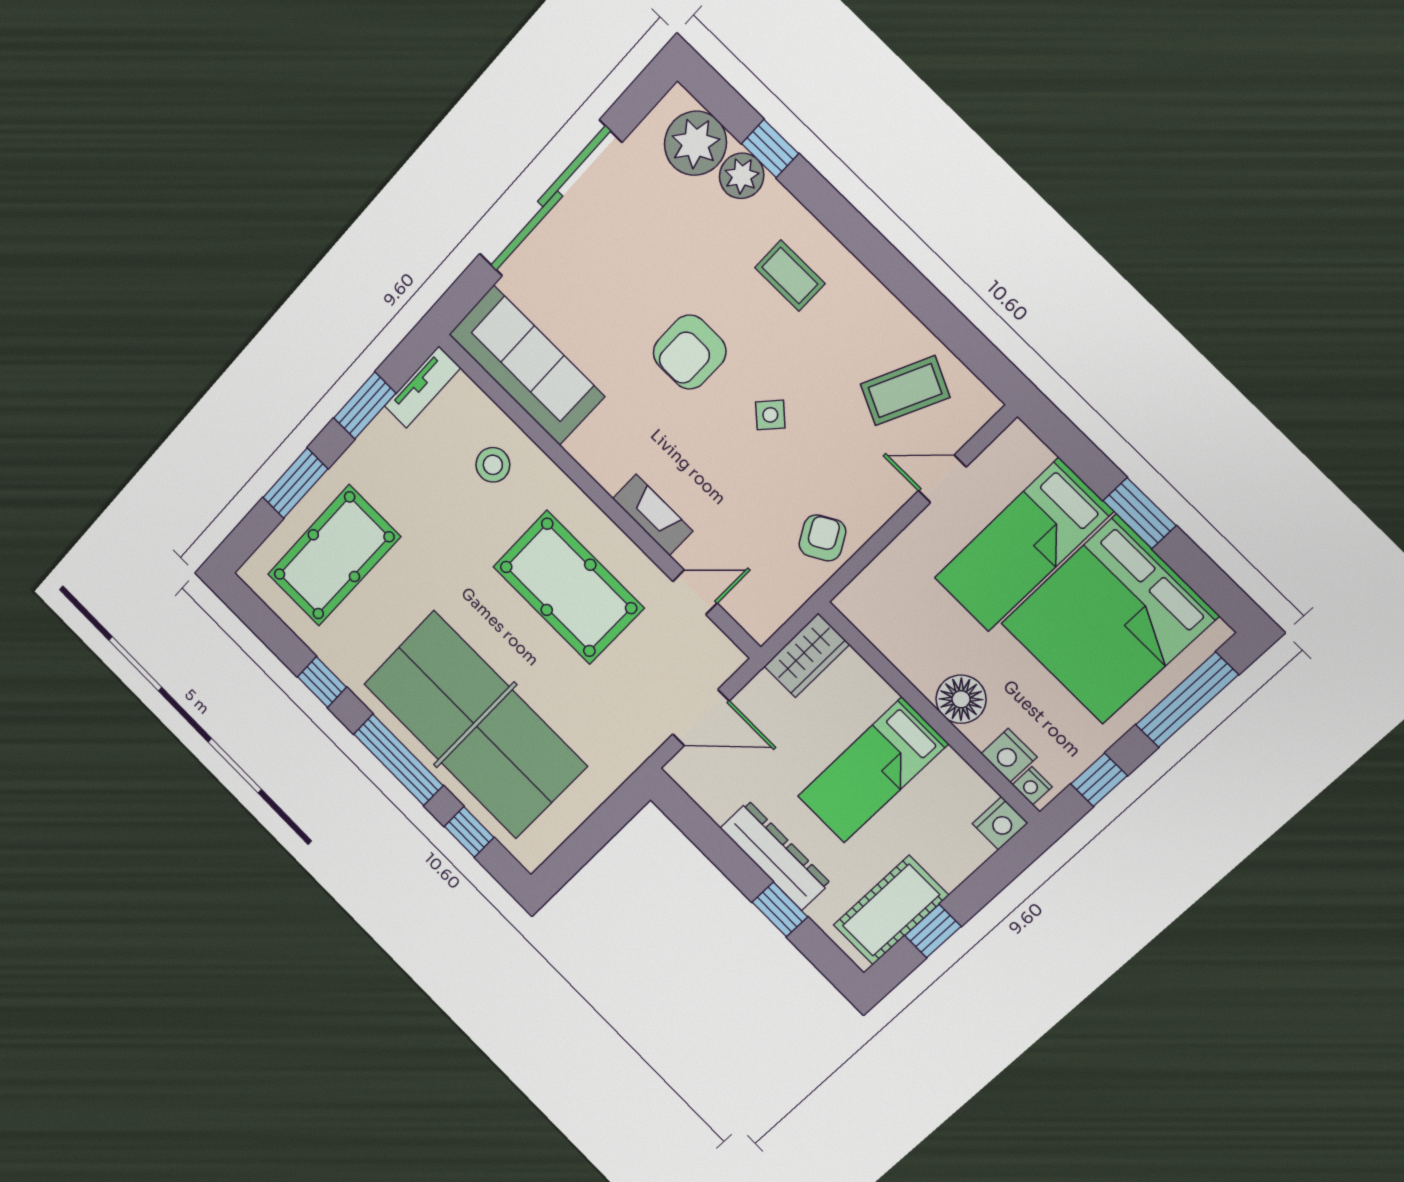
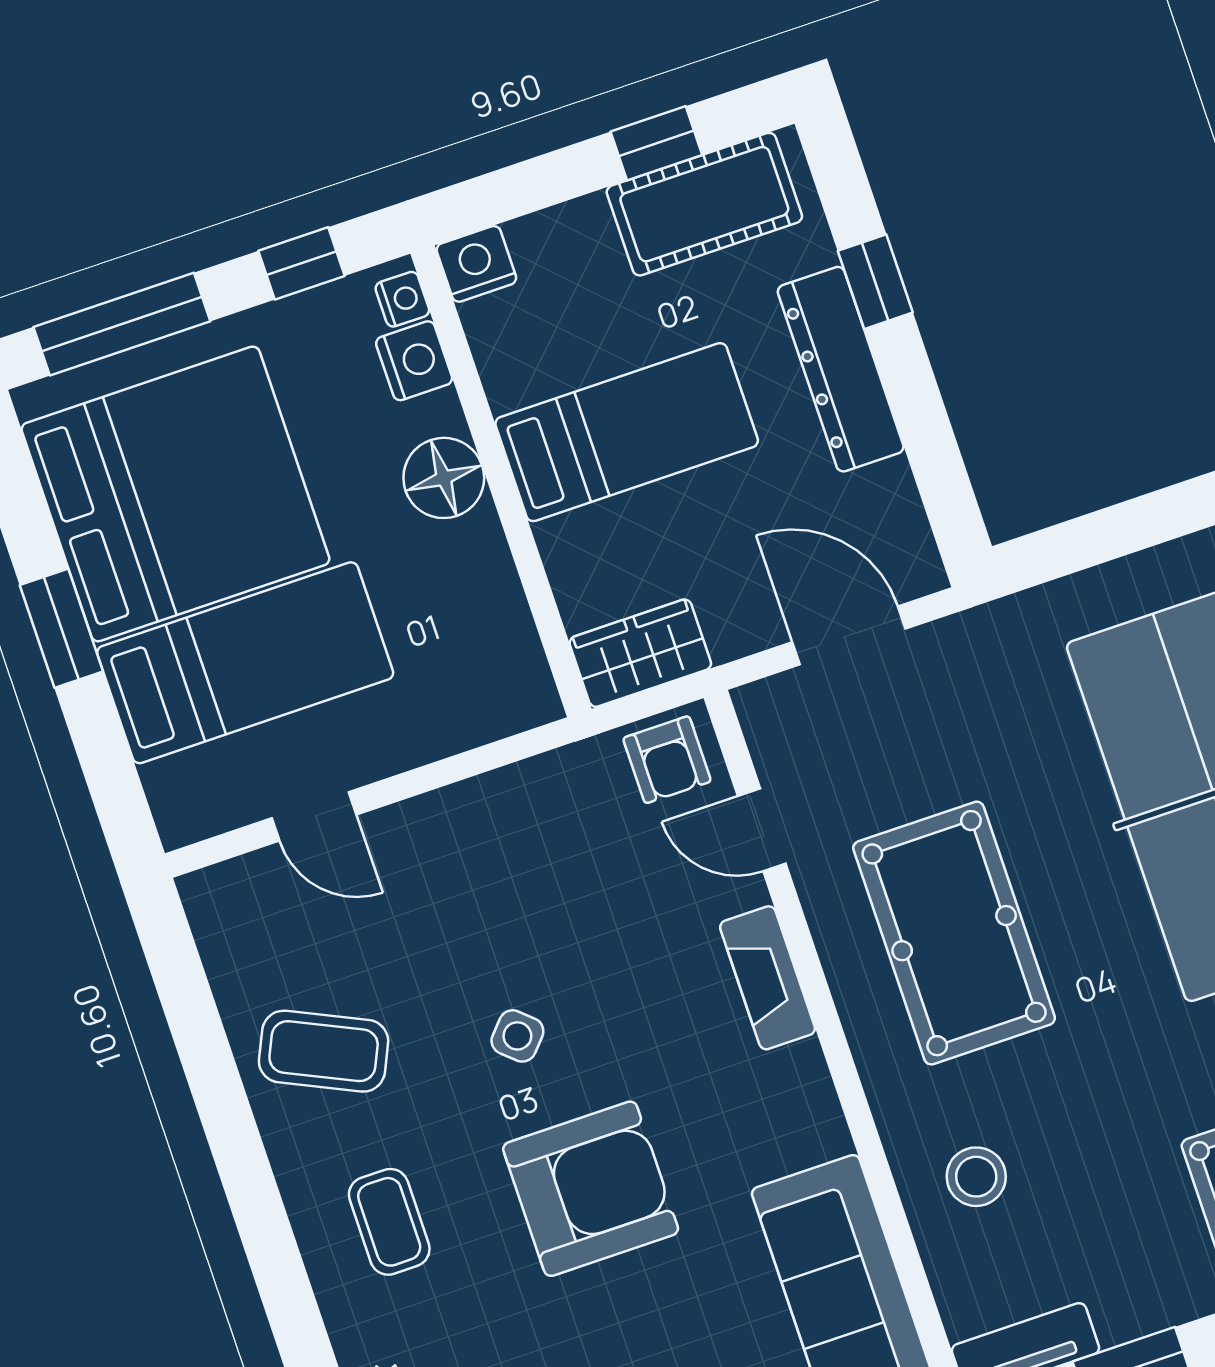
armchair: (690, 352) -> (591, 1189), width x1.36, depth x1.36
coffee table: (905, 391) -> (324, 1051), moved
armchair: (822, 538) -> (667, 760), moved, turned -60

